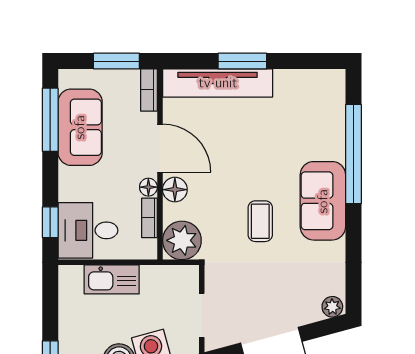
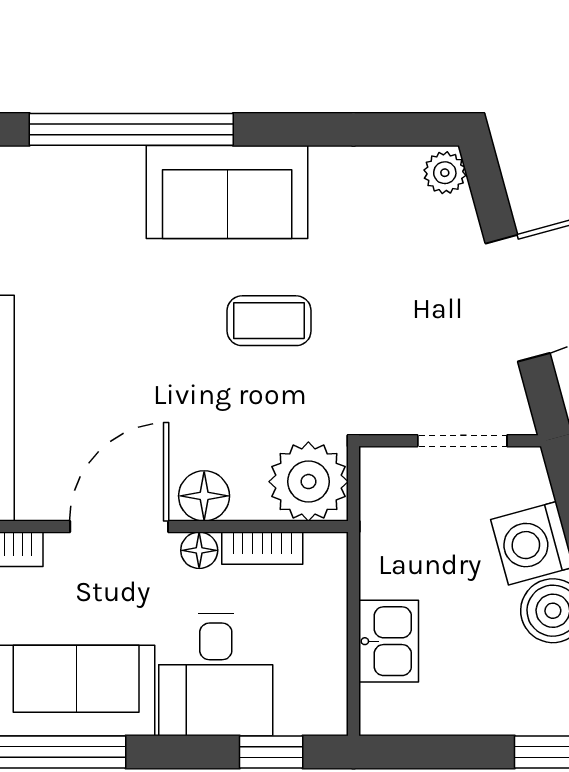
desk: (88, 230) -> (216, 675), moved
kitchen sink: (112, 279) -> (389, 641), width x0.73

